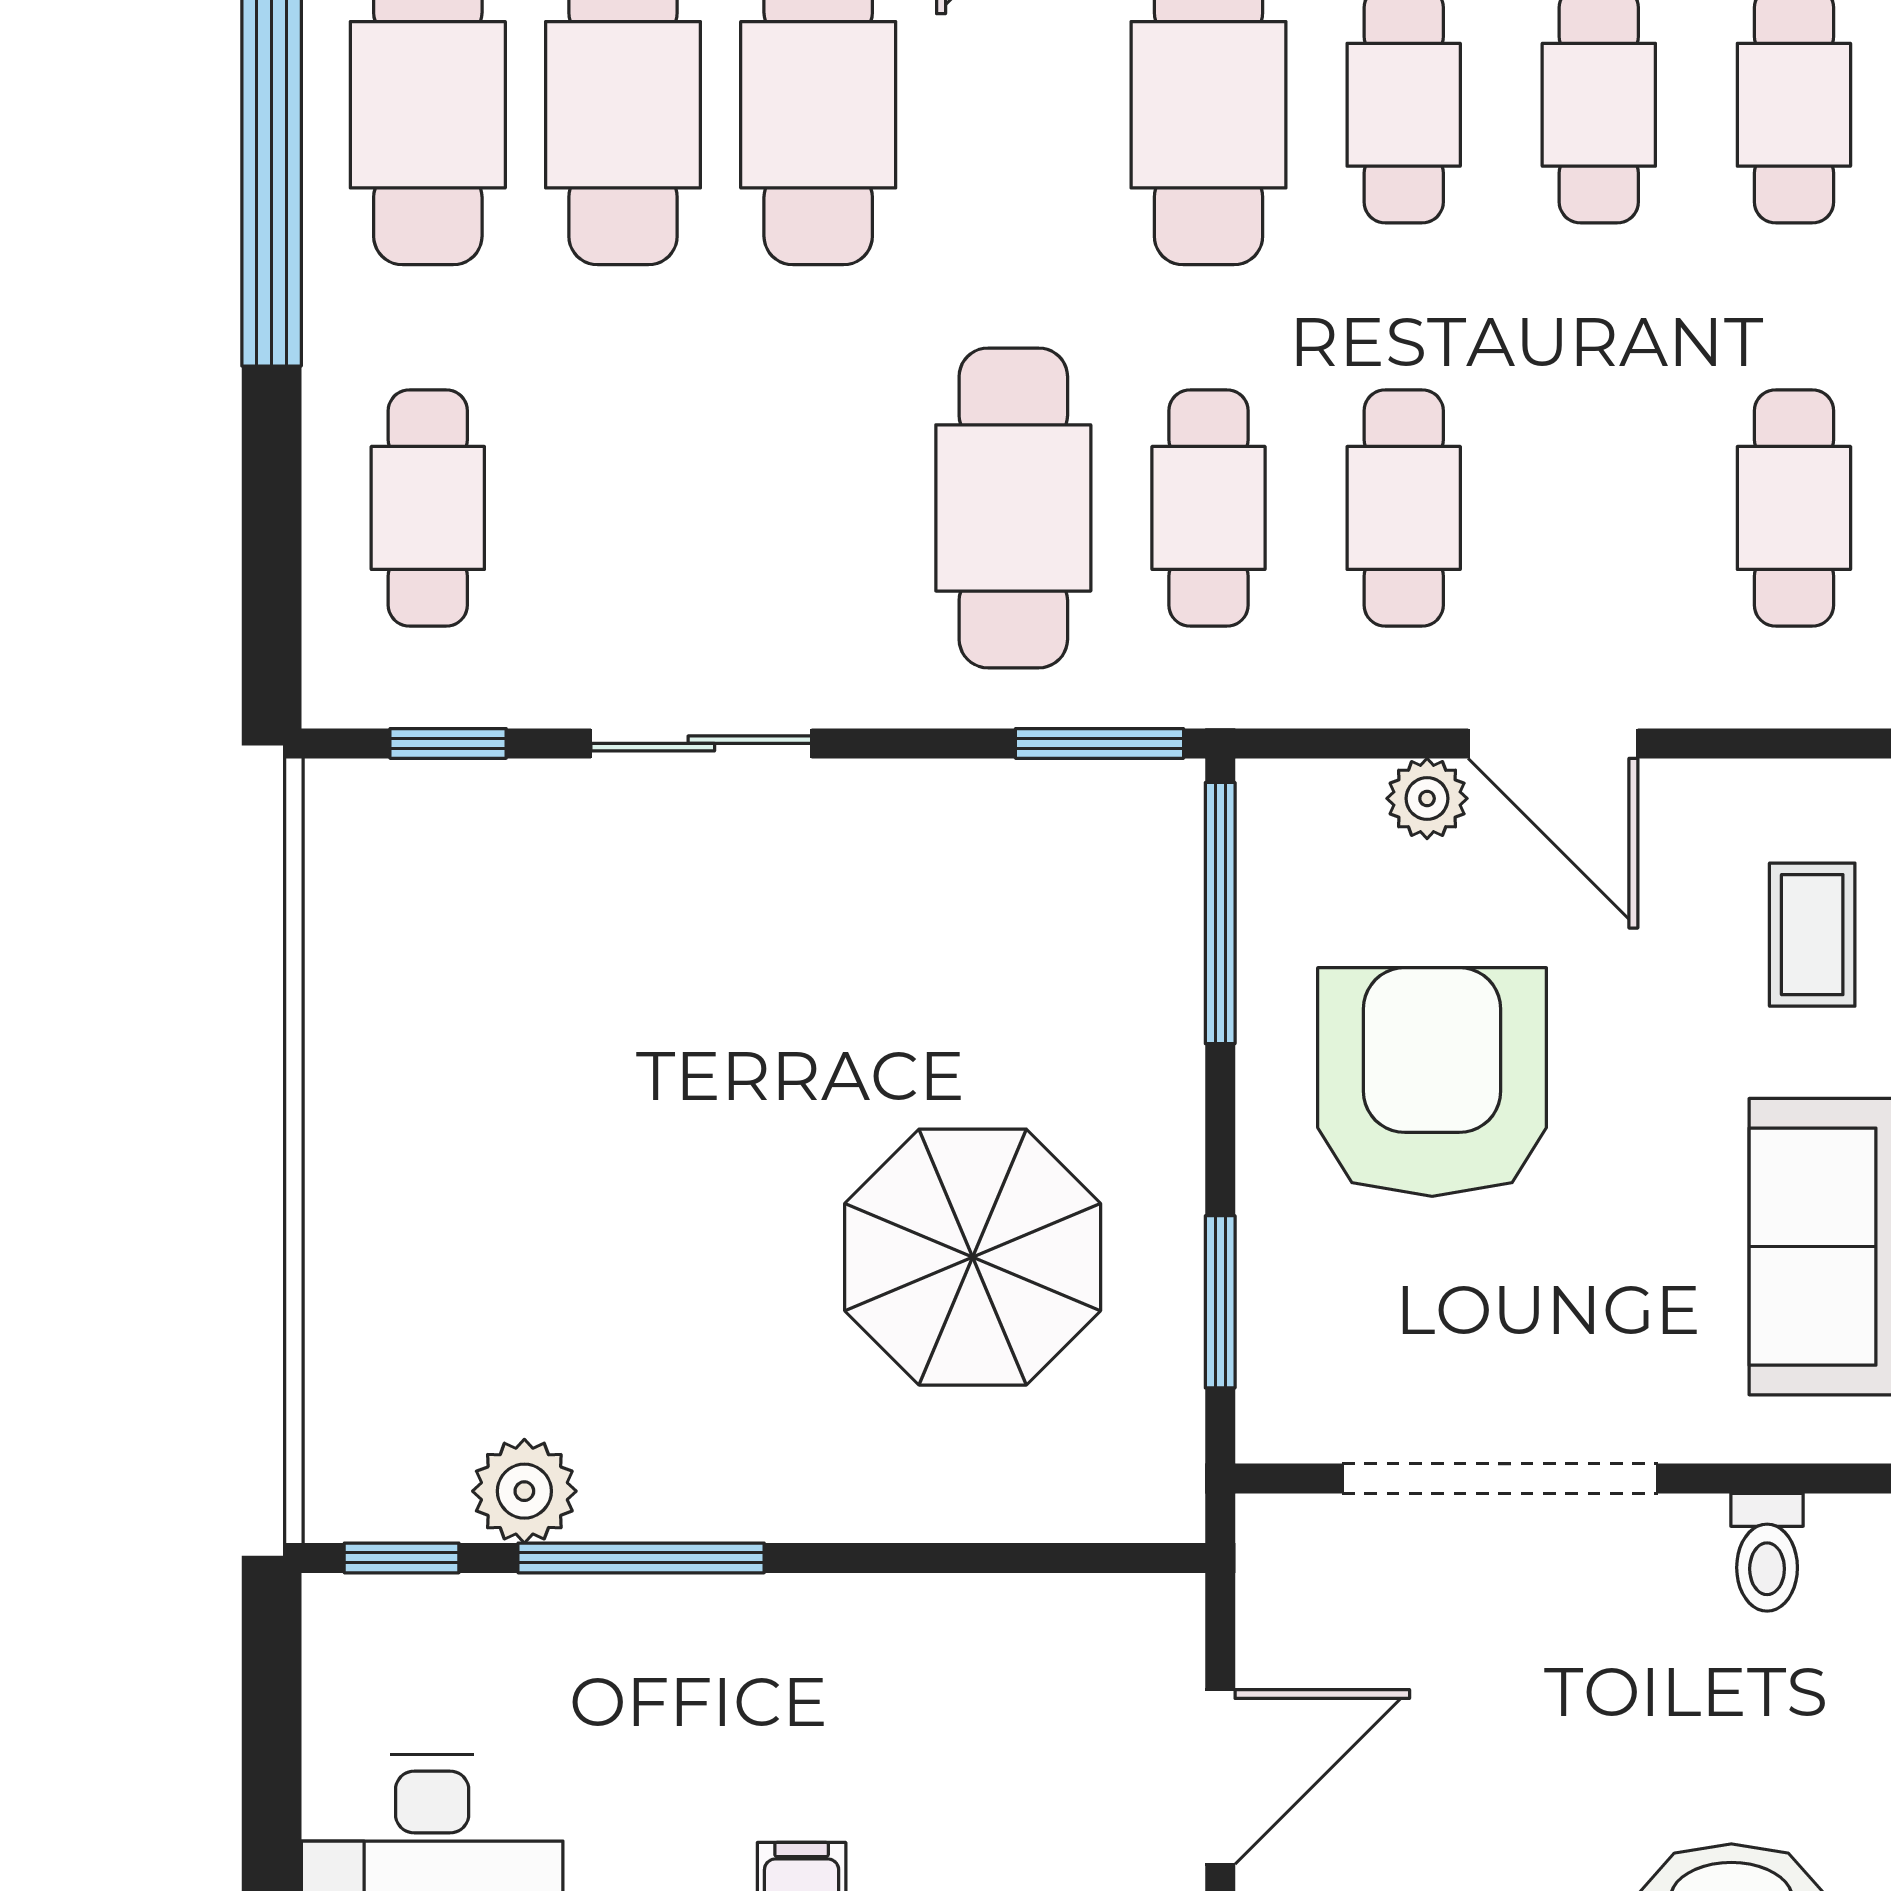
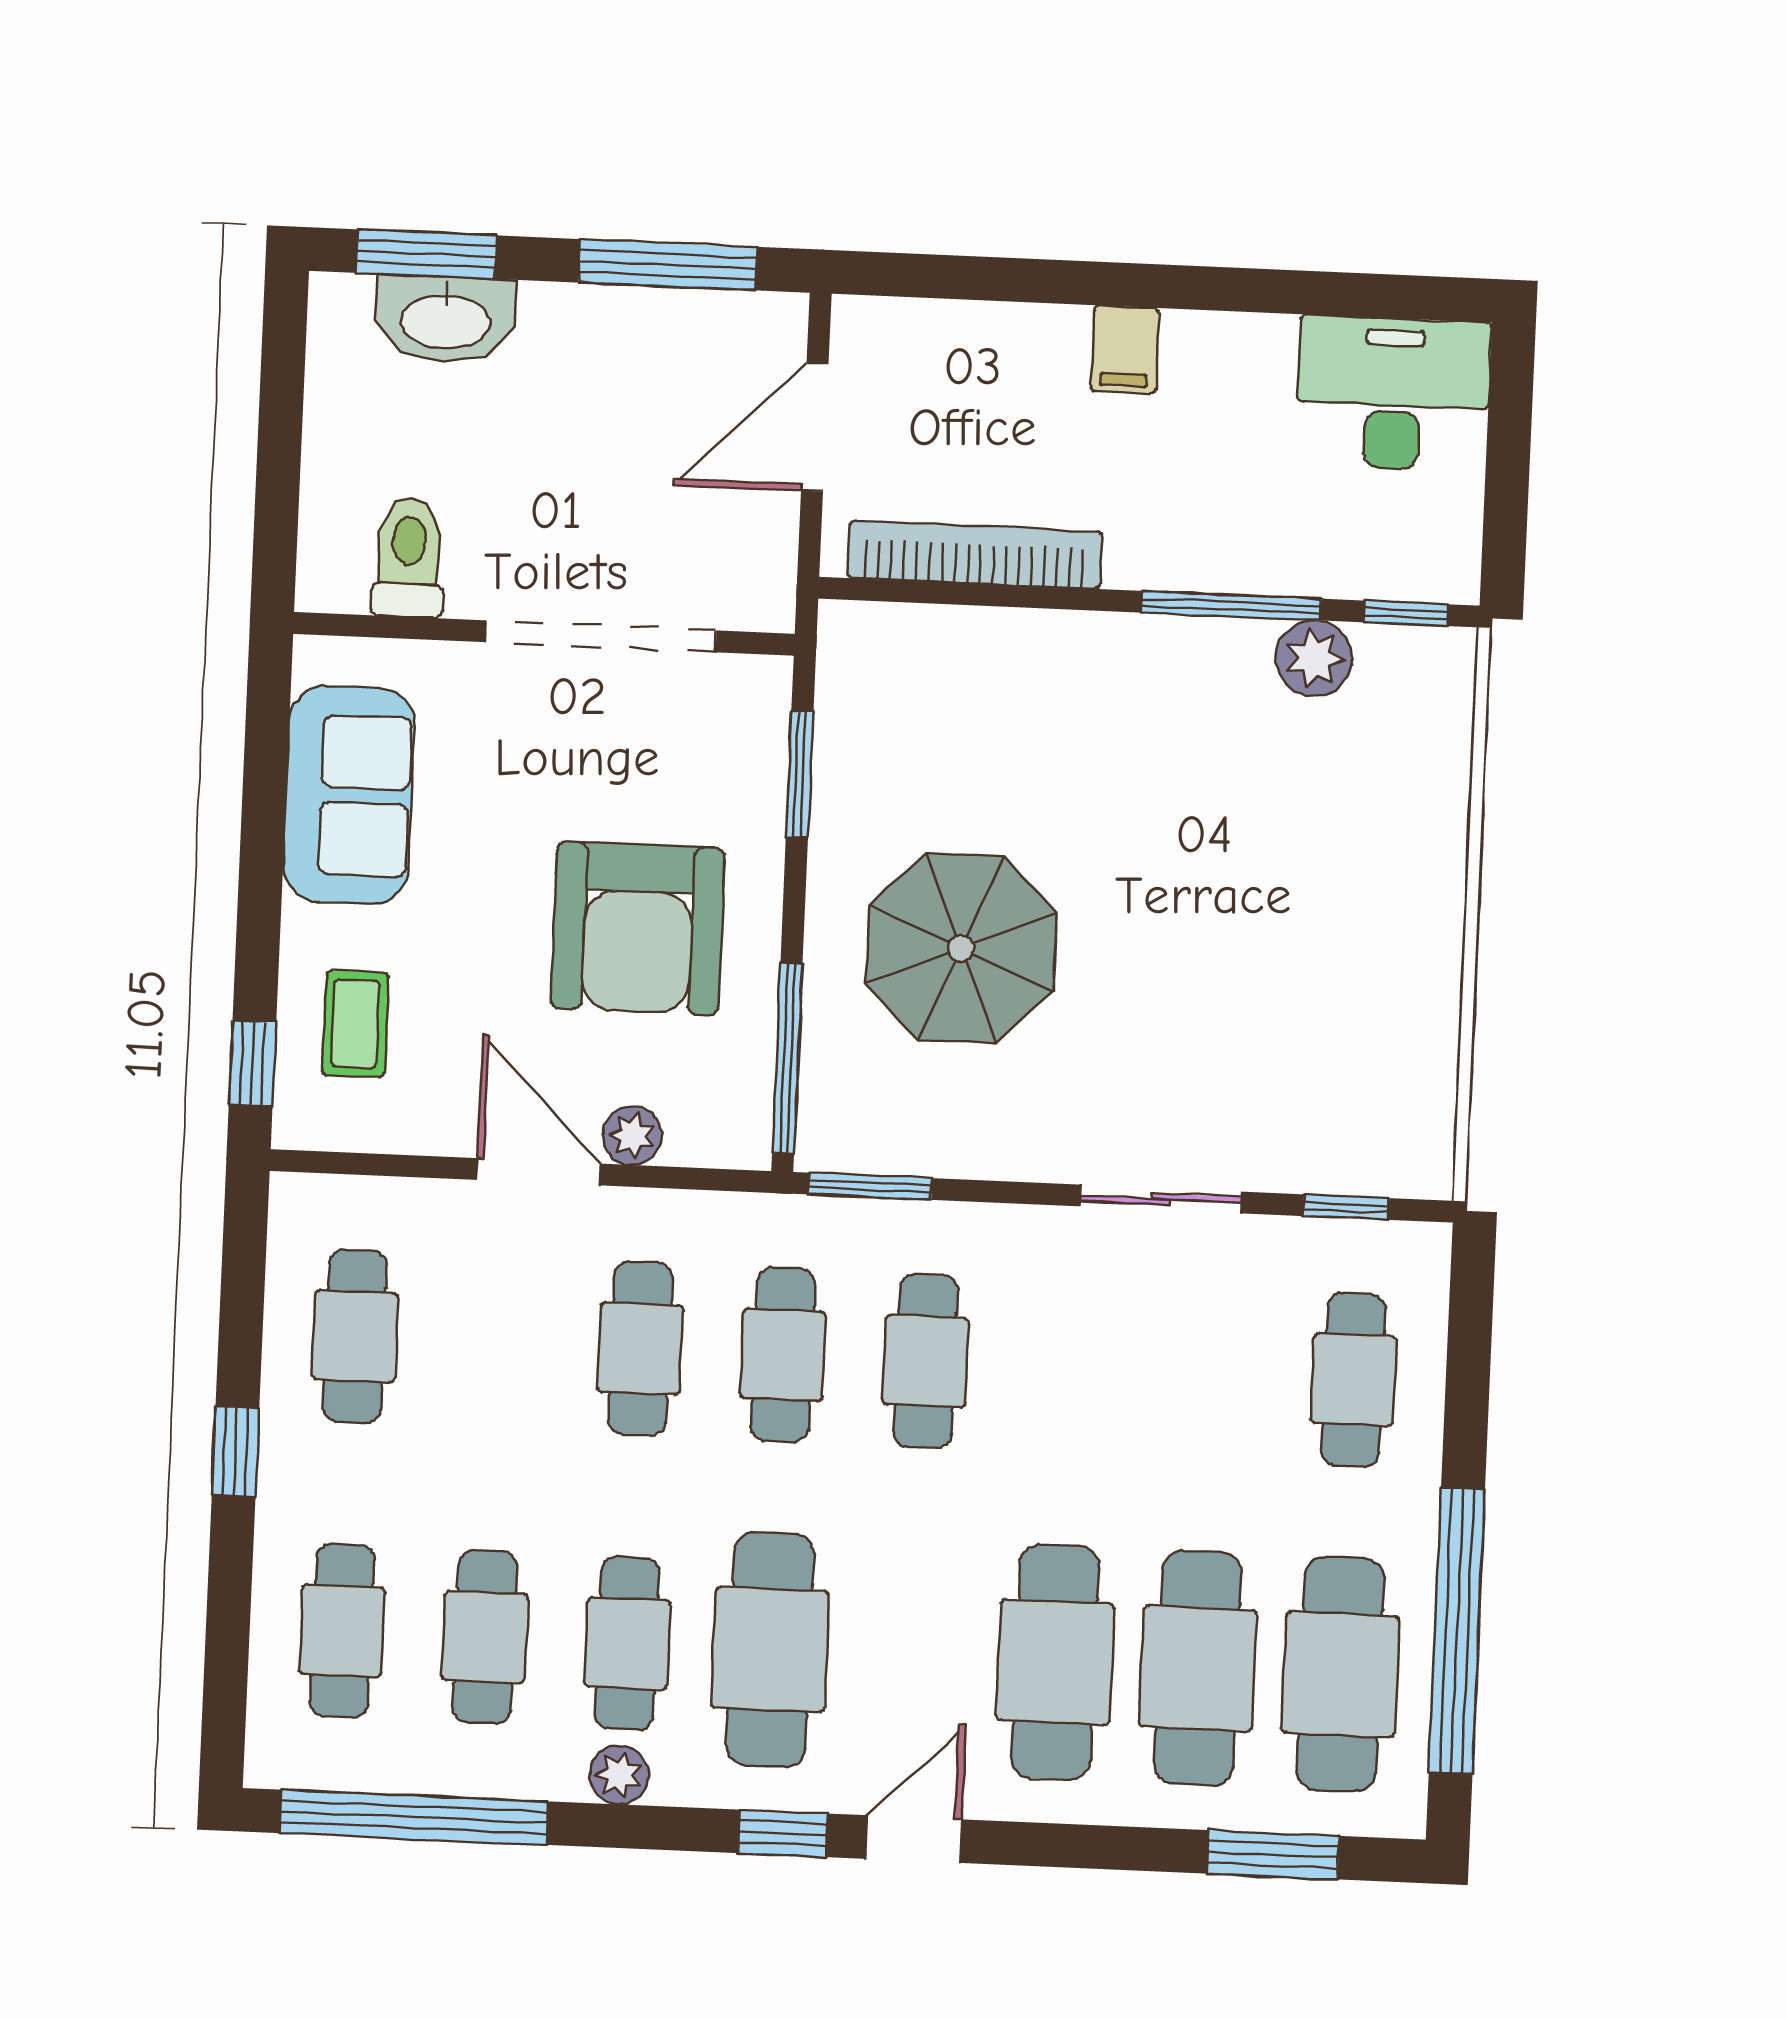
cafe table: (1013, 508) -> (925, 1361), width x0.73, depth x0.74
parasol: (973, 1257) -> (961, 948), moved
toilet: (1767, 1552) -> (409, 557), width x1.37, depth x1.39
bookcase: (994, 1612) -> (975, 555), added

